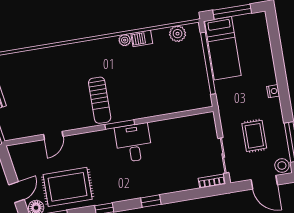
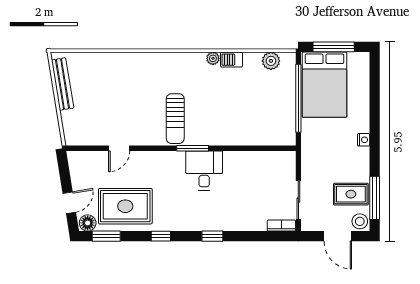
bed: (223, 48) -> (324, 85), width x1.50
rug: (254, 136) -> (351, 194), moved, turned 90

